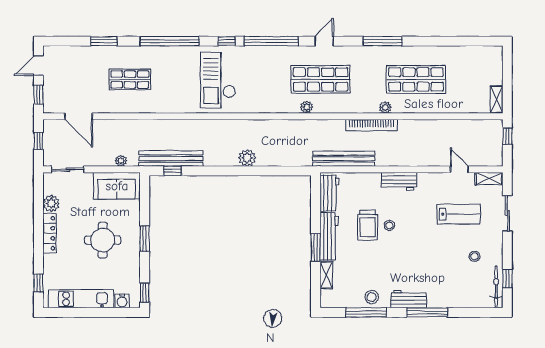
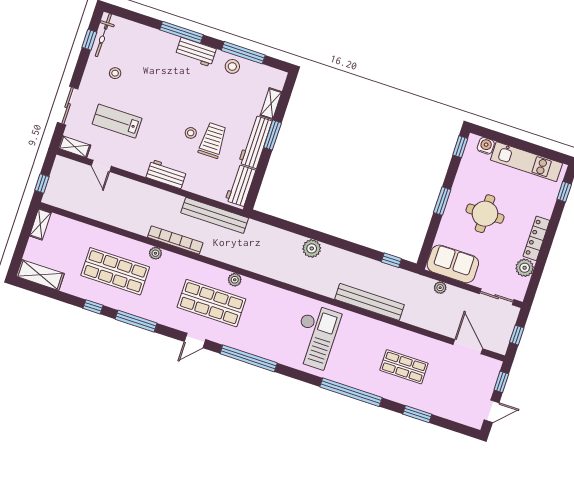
window: (227, 41) -> (93, 307), moved
shelving: (482, 54) -> (40, 275), added
bench: (171, 158) -> (370, 302), moved

